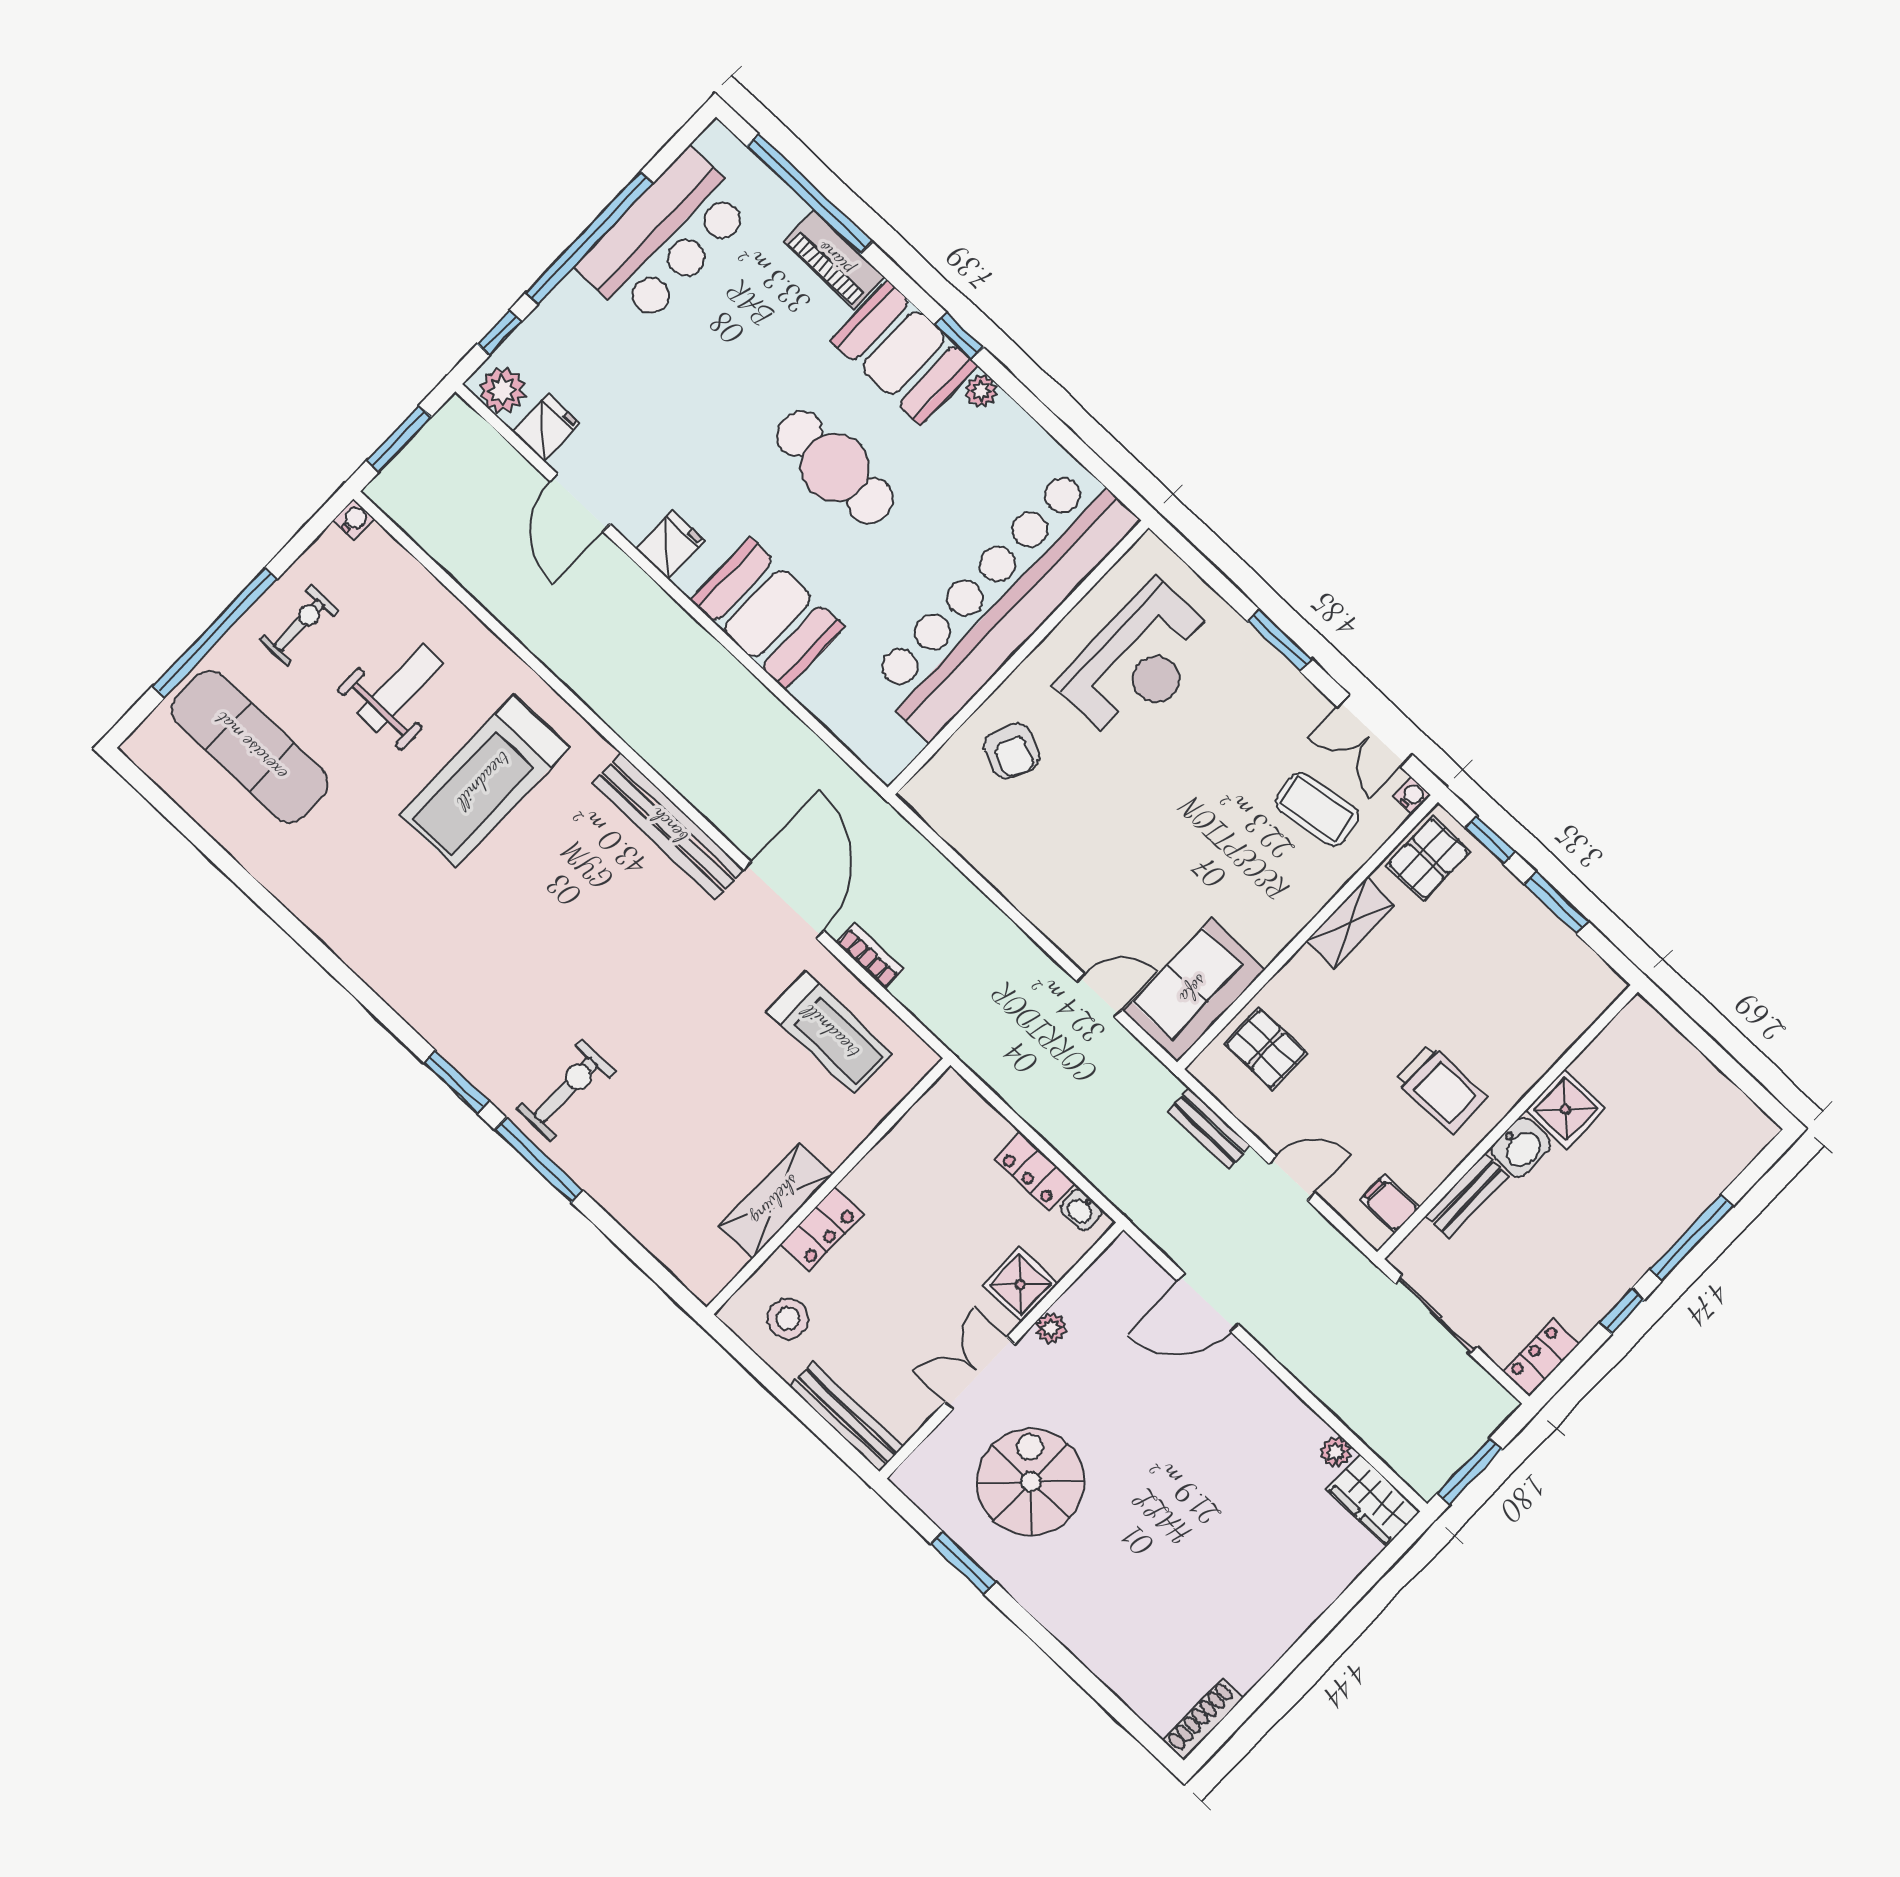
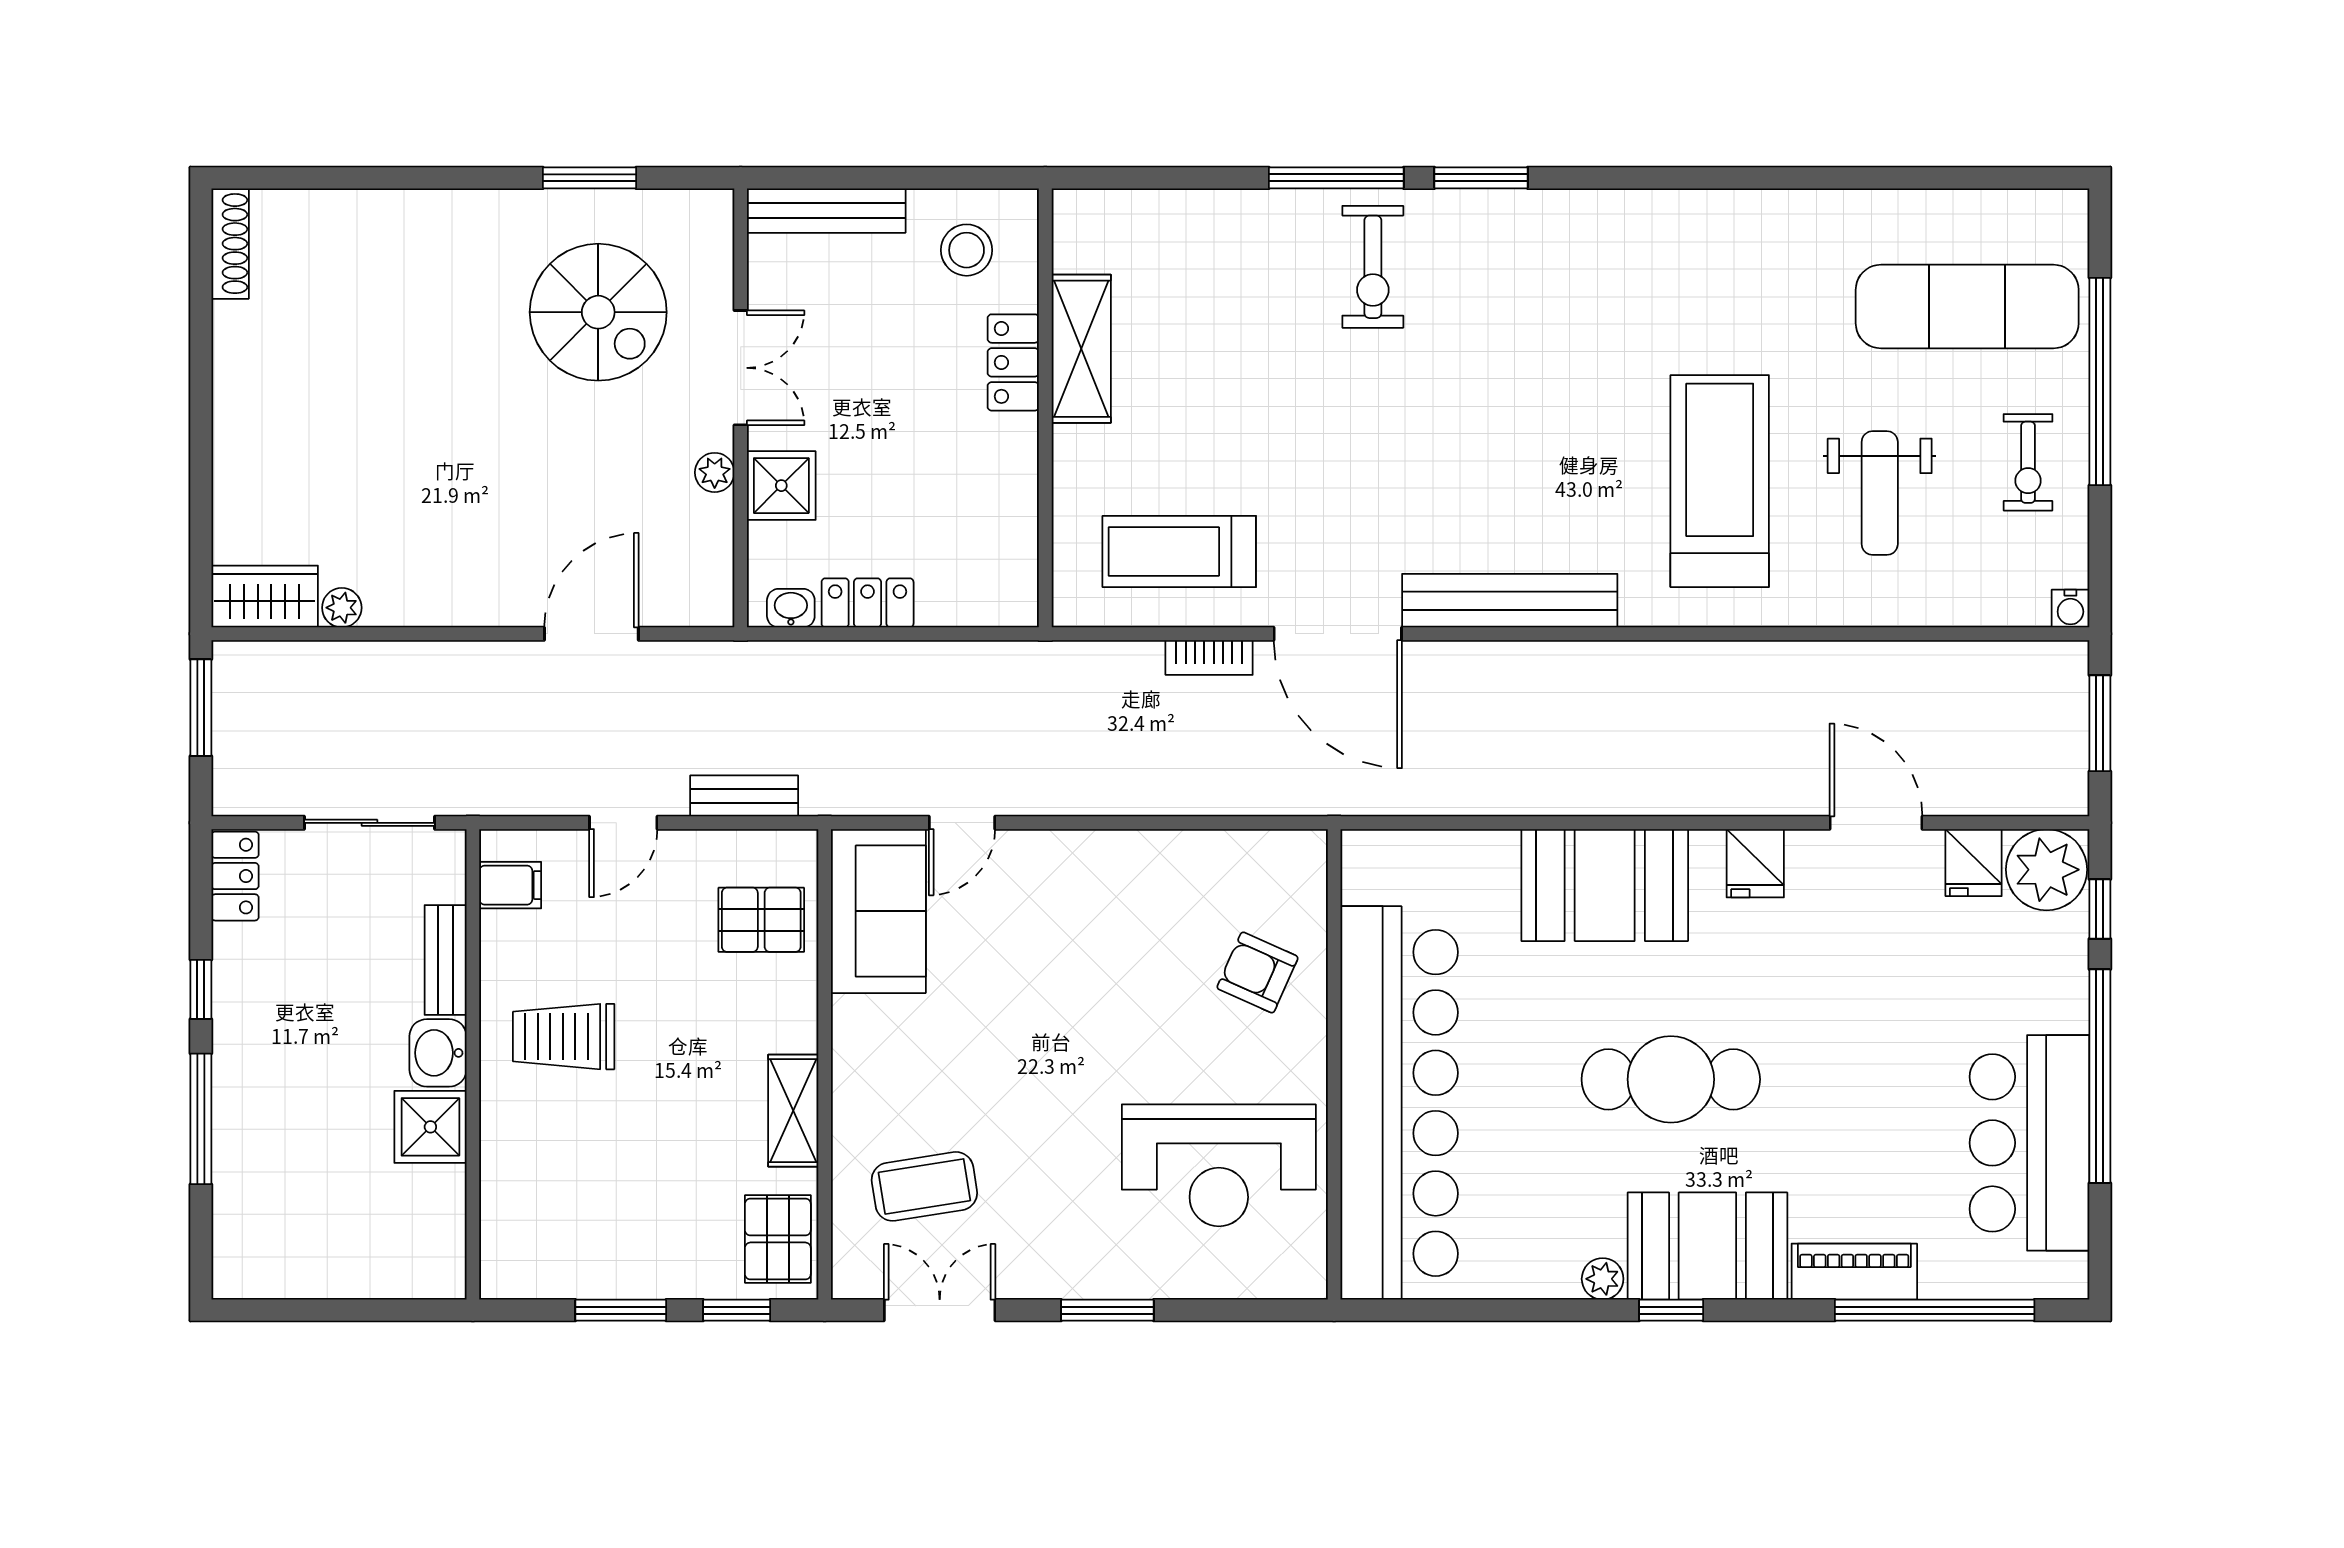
plant: (502, 390) -> (2047, 870), width x1.36, depth x1.36
reception desk: (1138, 662) -> (1219, 1165), turned -90
water cooler: (1412, 796) -> (848, 1282), removed

